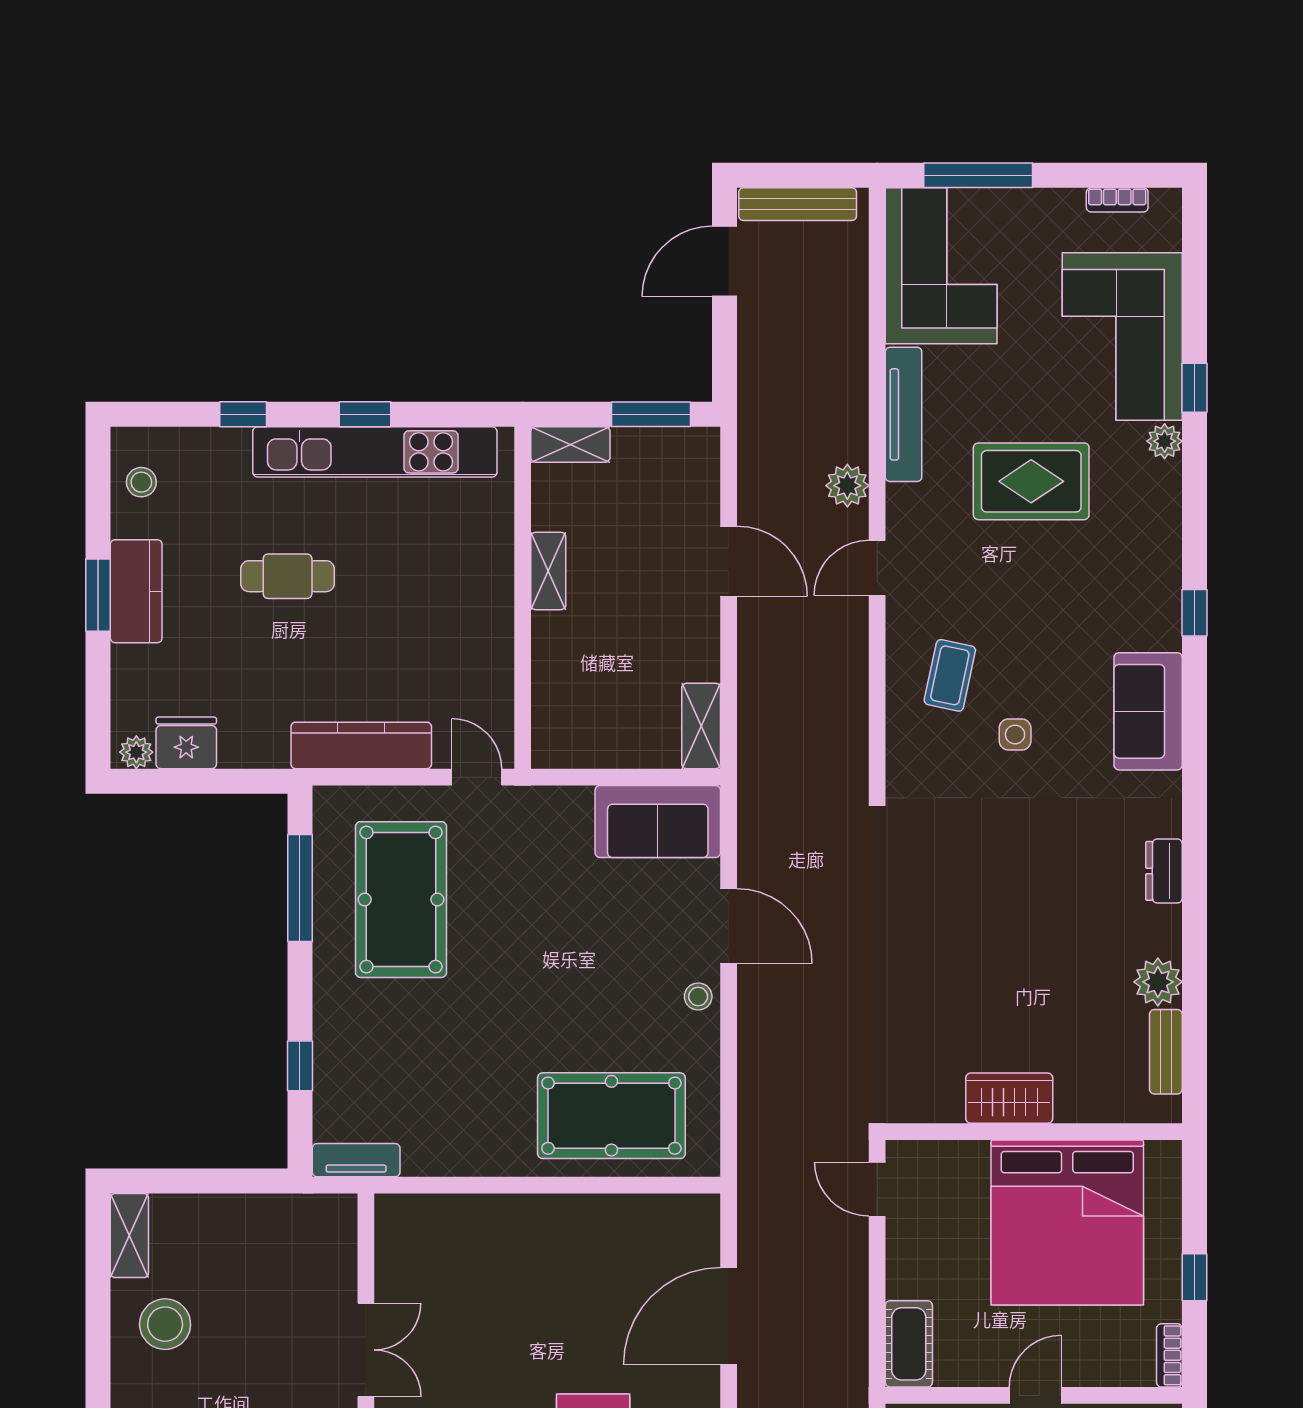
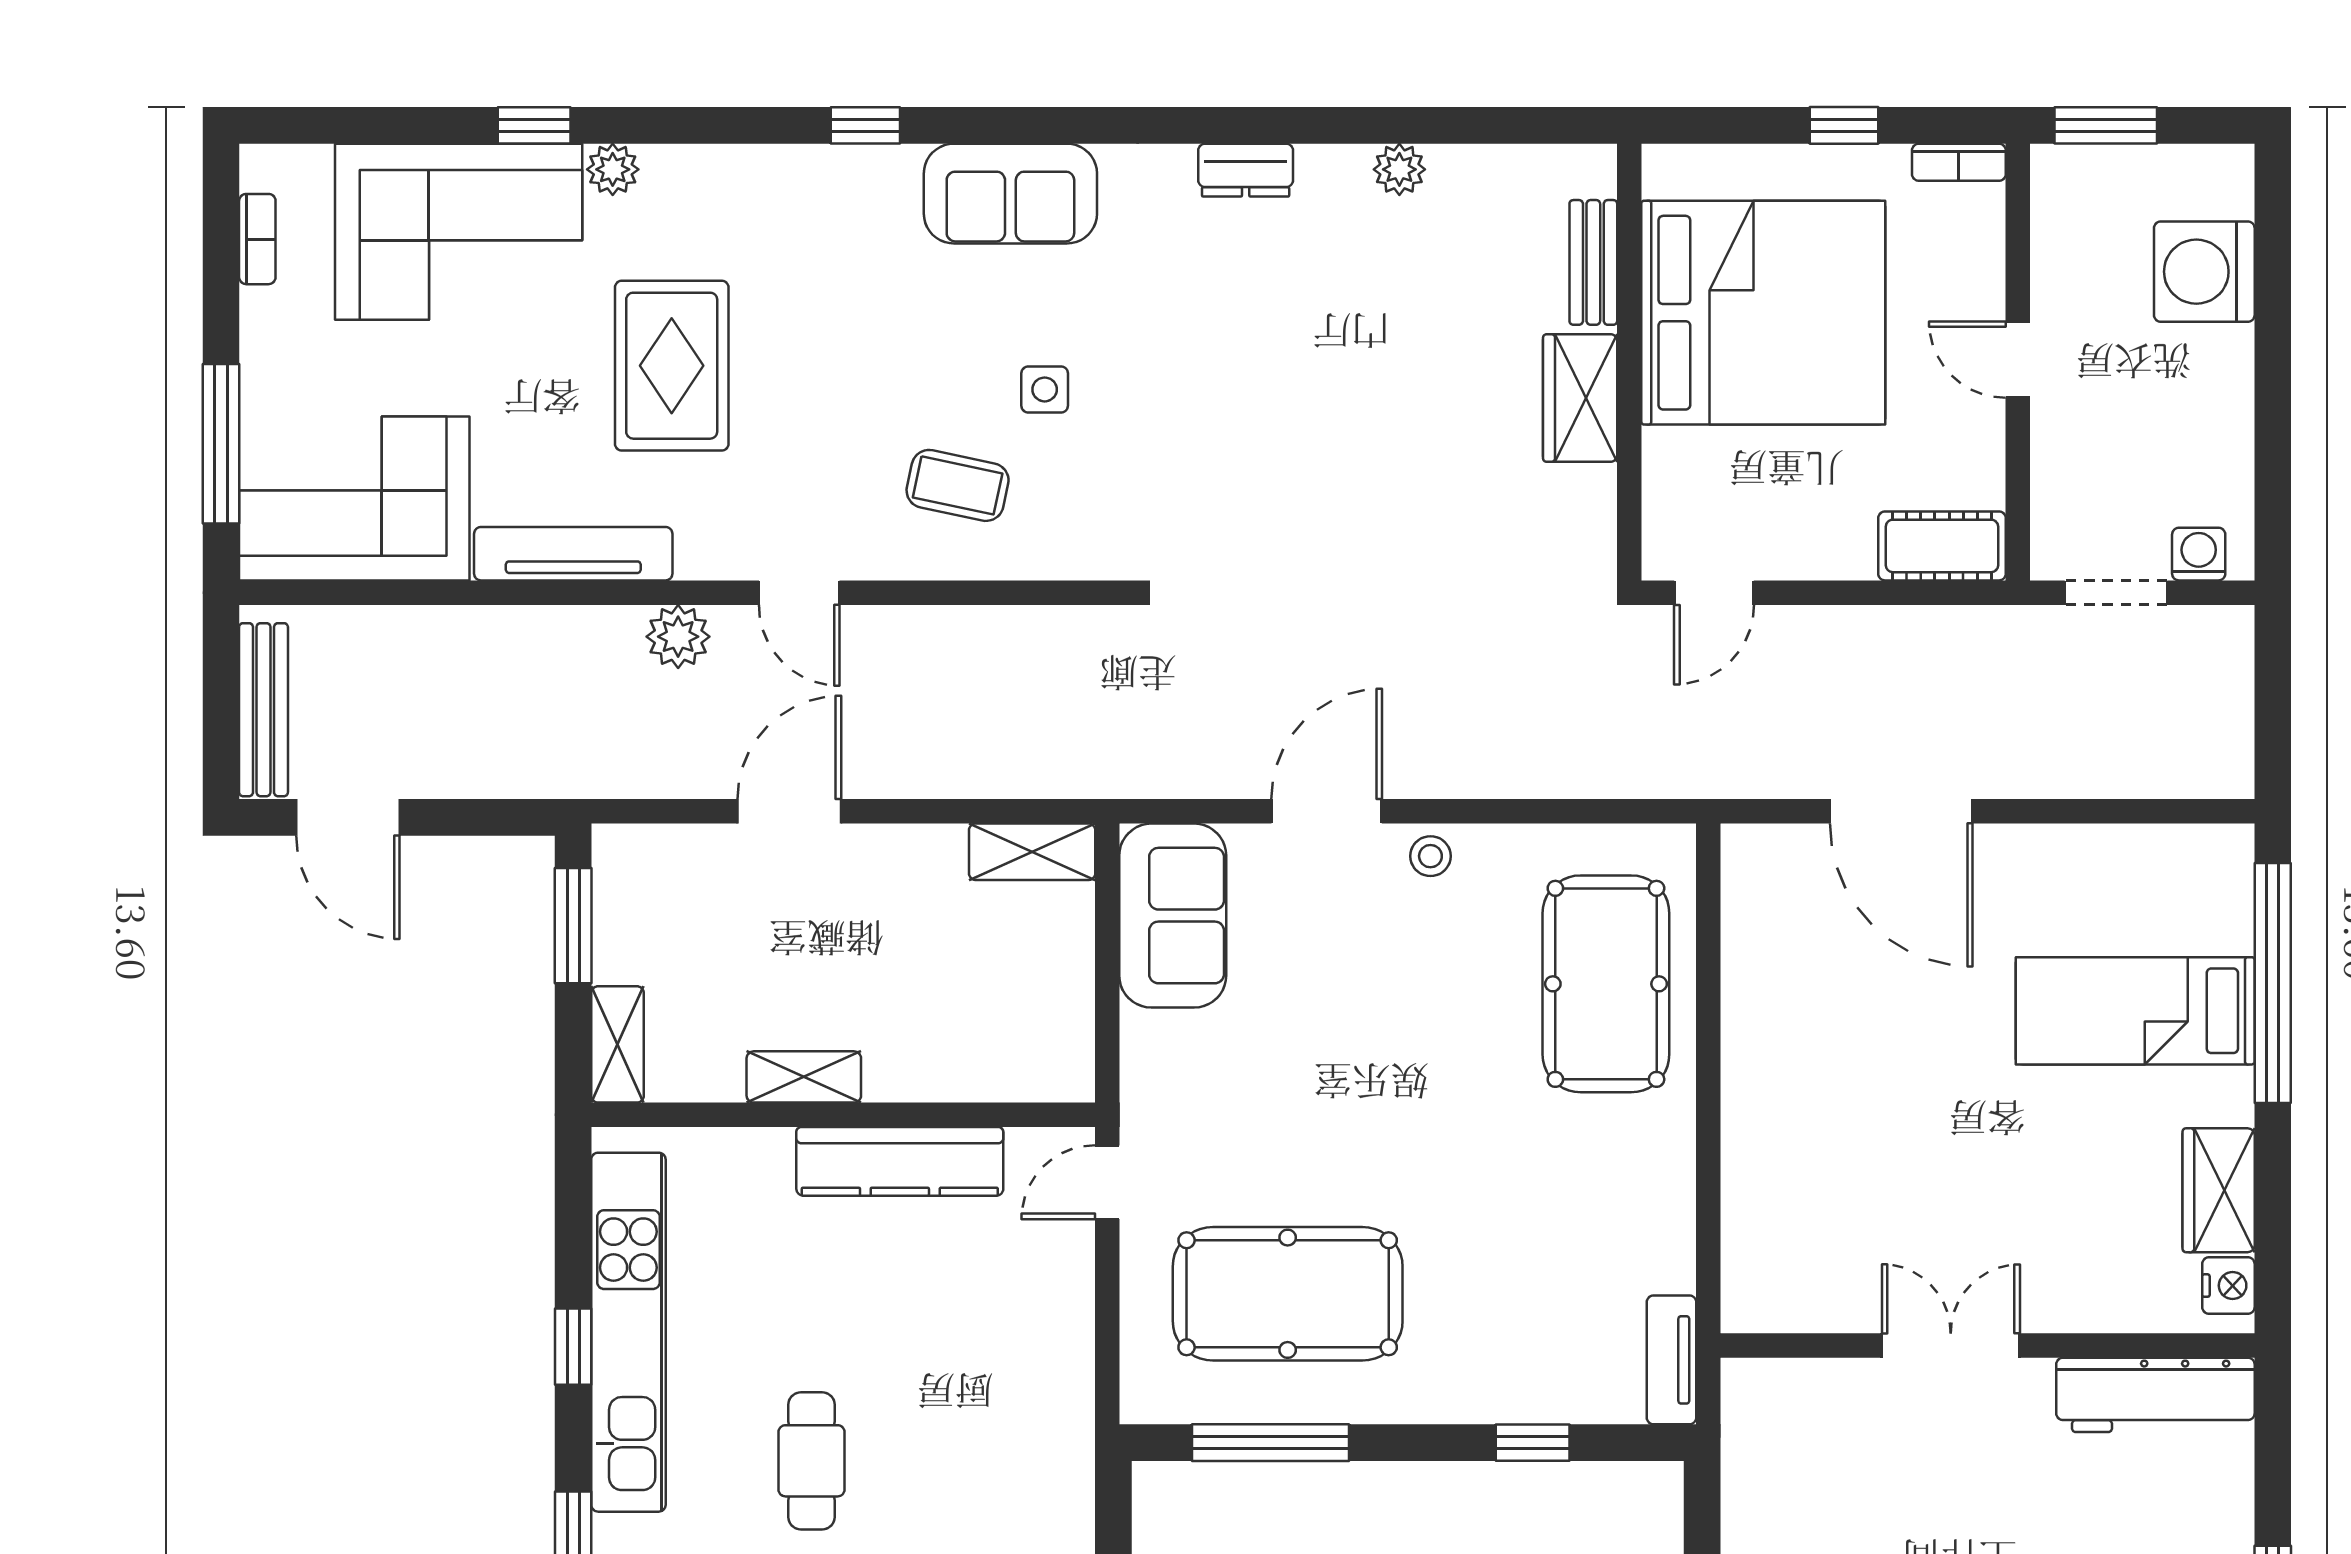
kitchen counter: (361, 745) -> (900, 1161), moved, turned -90
plant: (1158, 982) -> (1399, 169), width x0.73, depth x0.73
bench: (1166, 1052) -> (1593, 262), moved, turned 90

